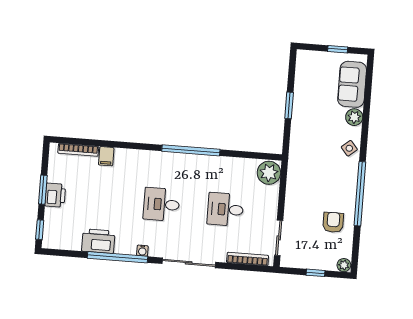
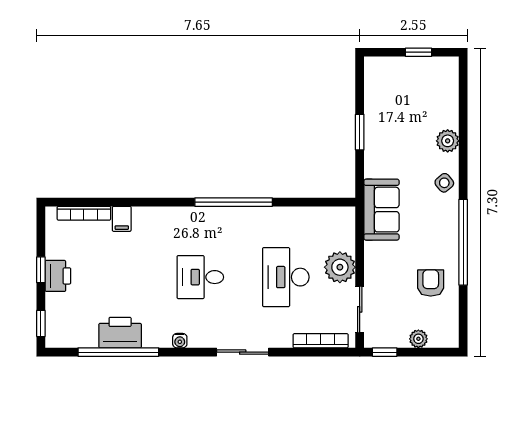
sofa: (352, 84) -> (381, 210), moved, turned 180
plant: (269, 173) -> (340, 267), moved
window: (43, 190) -> (41, 270), width x0.67
desk: (225, 209) -> (286, 277), width x1.37
window: (118, 257) -> (118, 352), moved
sliding door: (189, 263) -> (243, 352), width x0.73
plant: (344, 265) -> (418, 339), moved
window: (316, 273) -> (385, 352), moved

